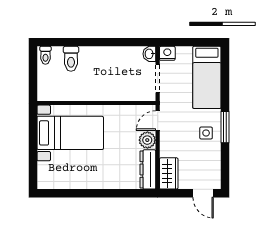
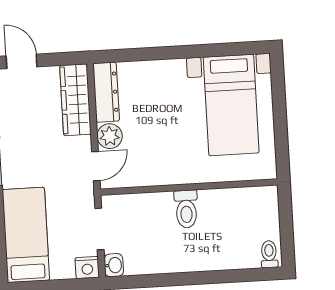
toilet: (71, 59) -> (186, 209), moved, turned 180
bed with nightstands: (70, 133) -> (231, 105), moved, turned -90
side table: (206, 133) -> (22, 152), removed
wardrobe: (169, 173) -> (75, 100), width x1.50

